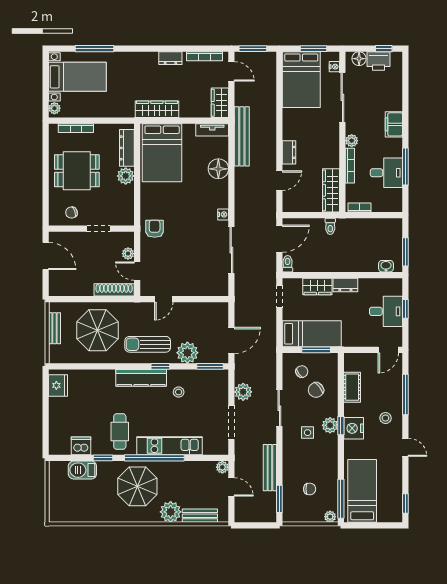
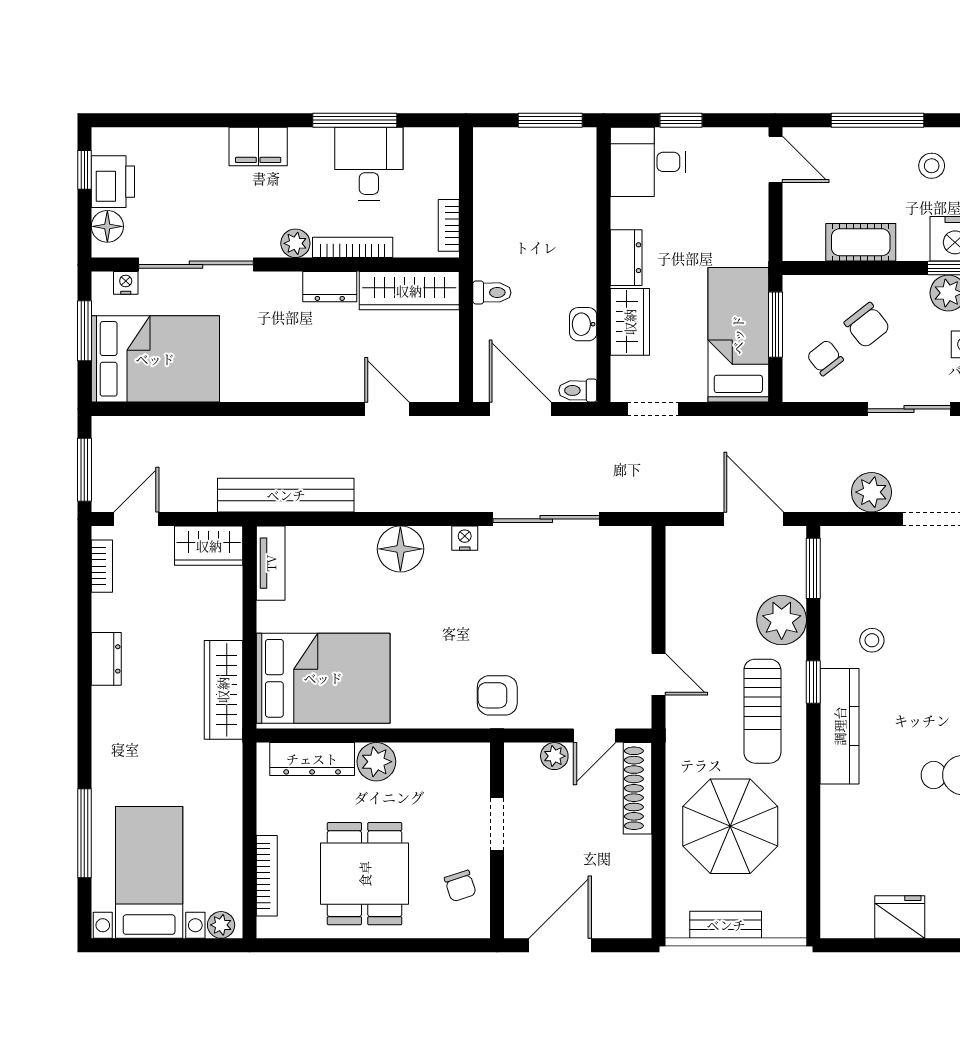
bookcase: (204, 56) -> (102, 566), width x0.64
dresser: (289, 152) -> (330, 287), moved, turned 180
floor lamp: (218, 169) -> (400, 549), moved
washbasin: (386, 266) -> (583, 324), moved
desk: (386, 311) -> (648, 162), moved, turned -90
fridge: (58, 385) -> (900, 917), moved

